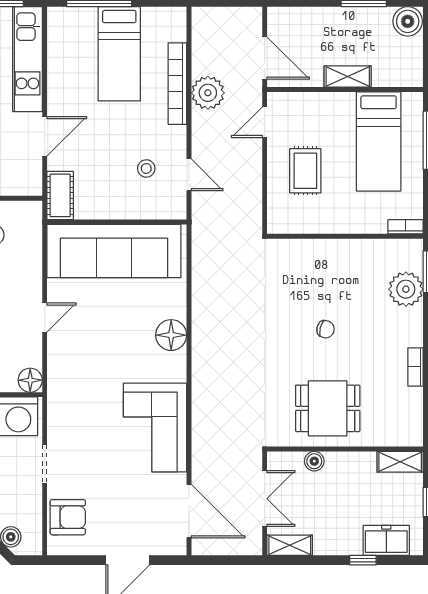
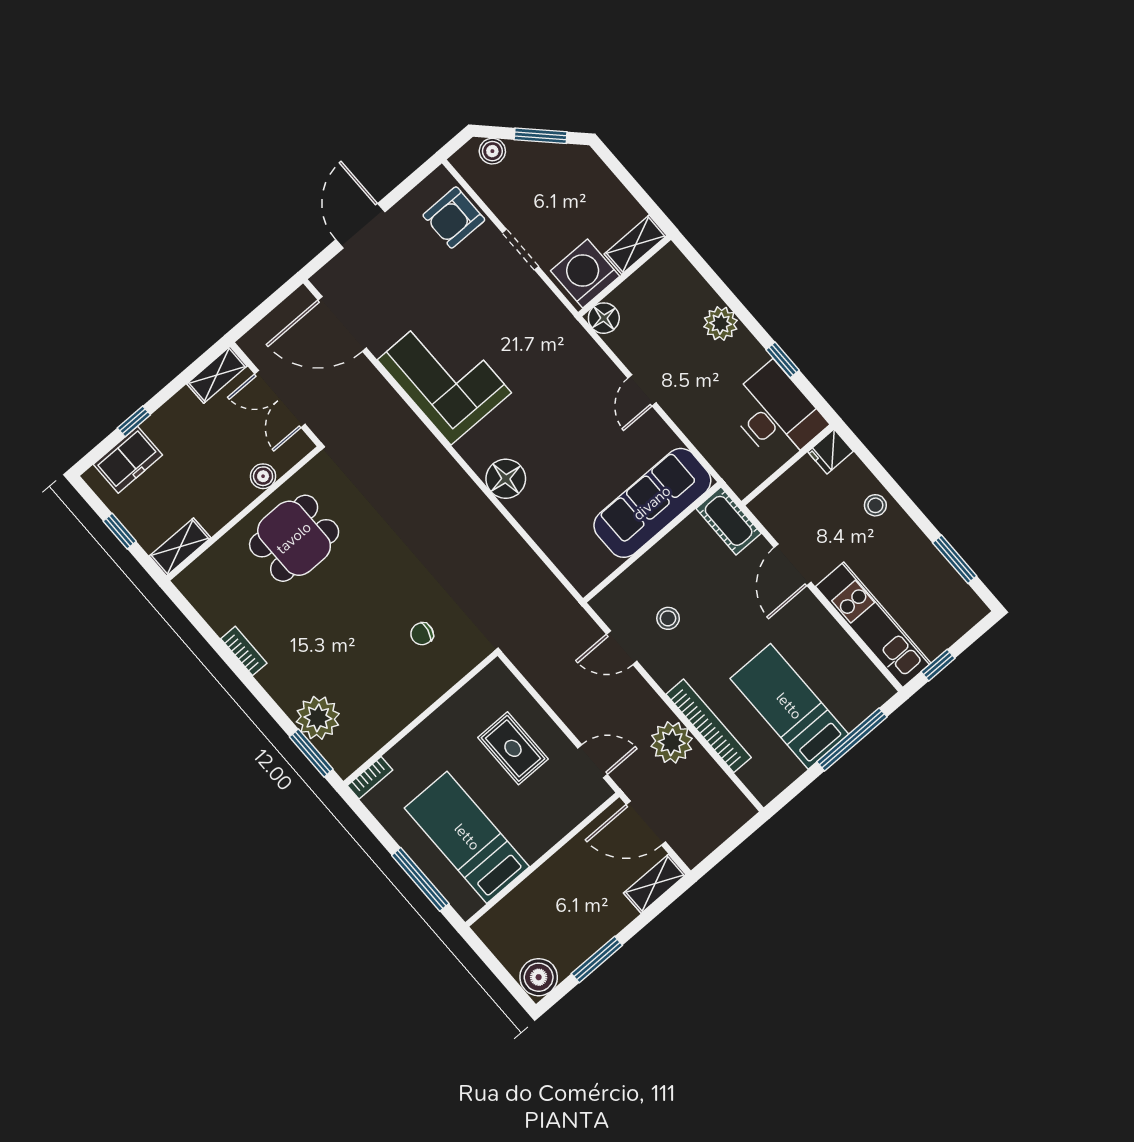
shelving: (348, 77) -> (655, 884), moved
door: (265, 122) -> (593, 761), hinge flipped
sofa: (114, 251) -> (652, 503), width x0.74, depth x0.79
chair: (326, 329) -> (422, 634), moved

